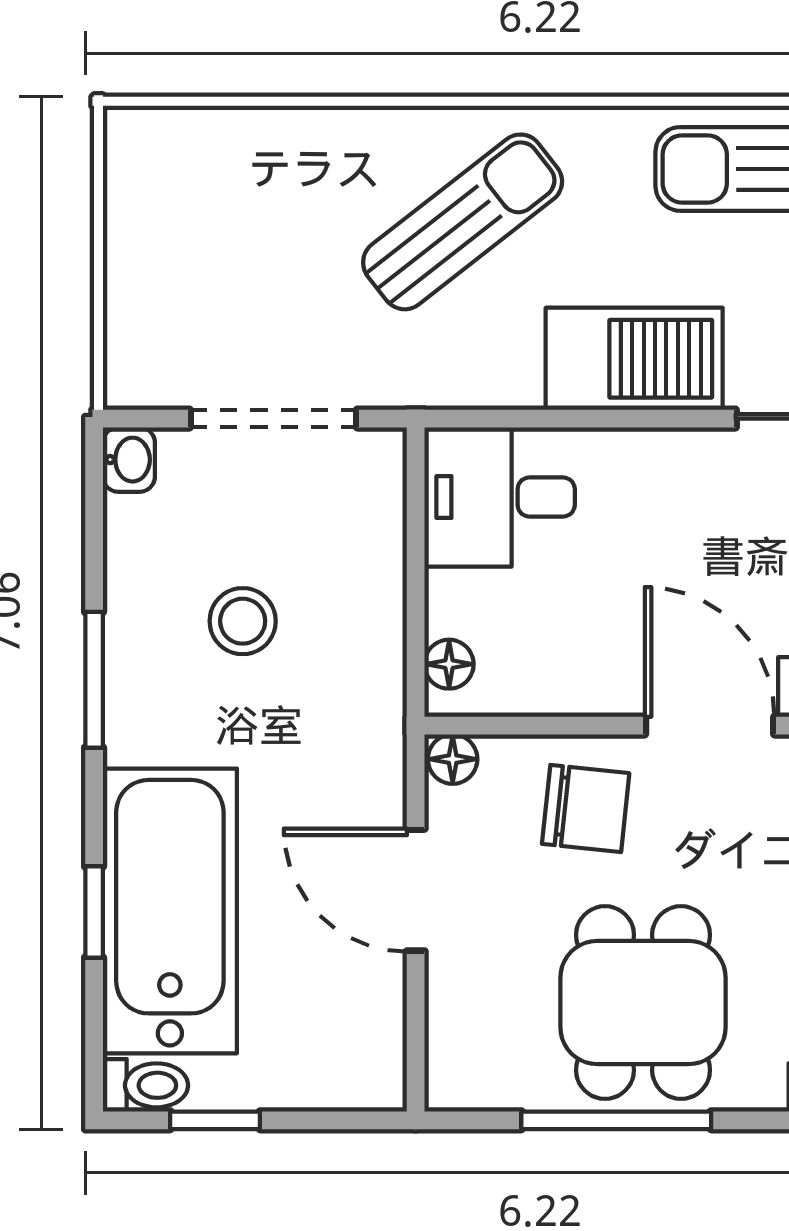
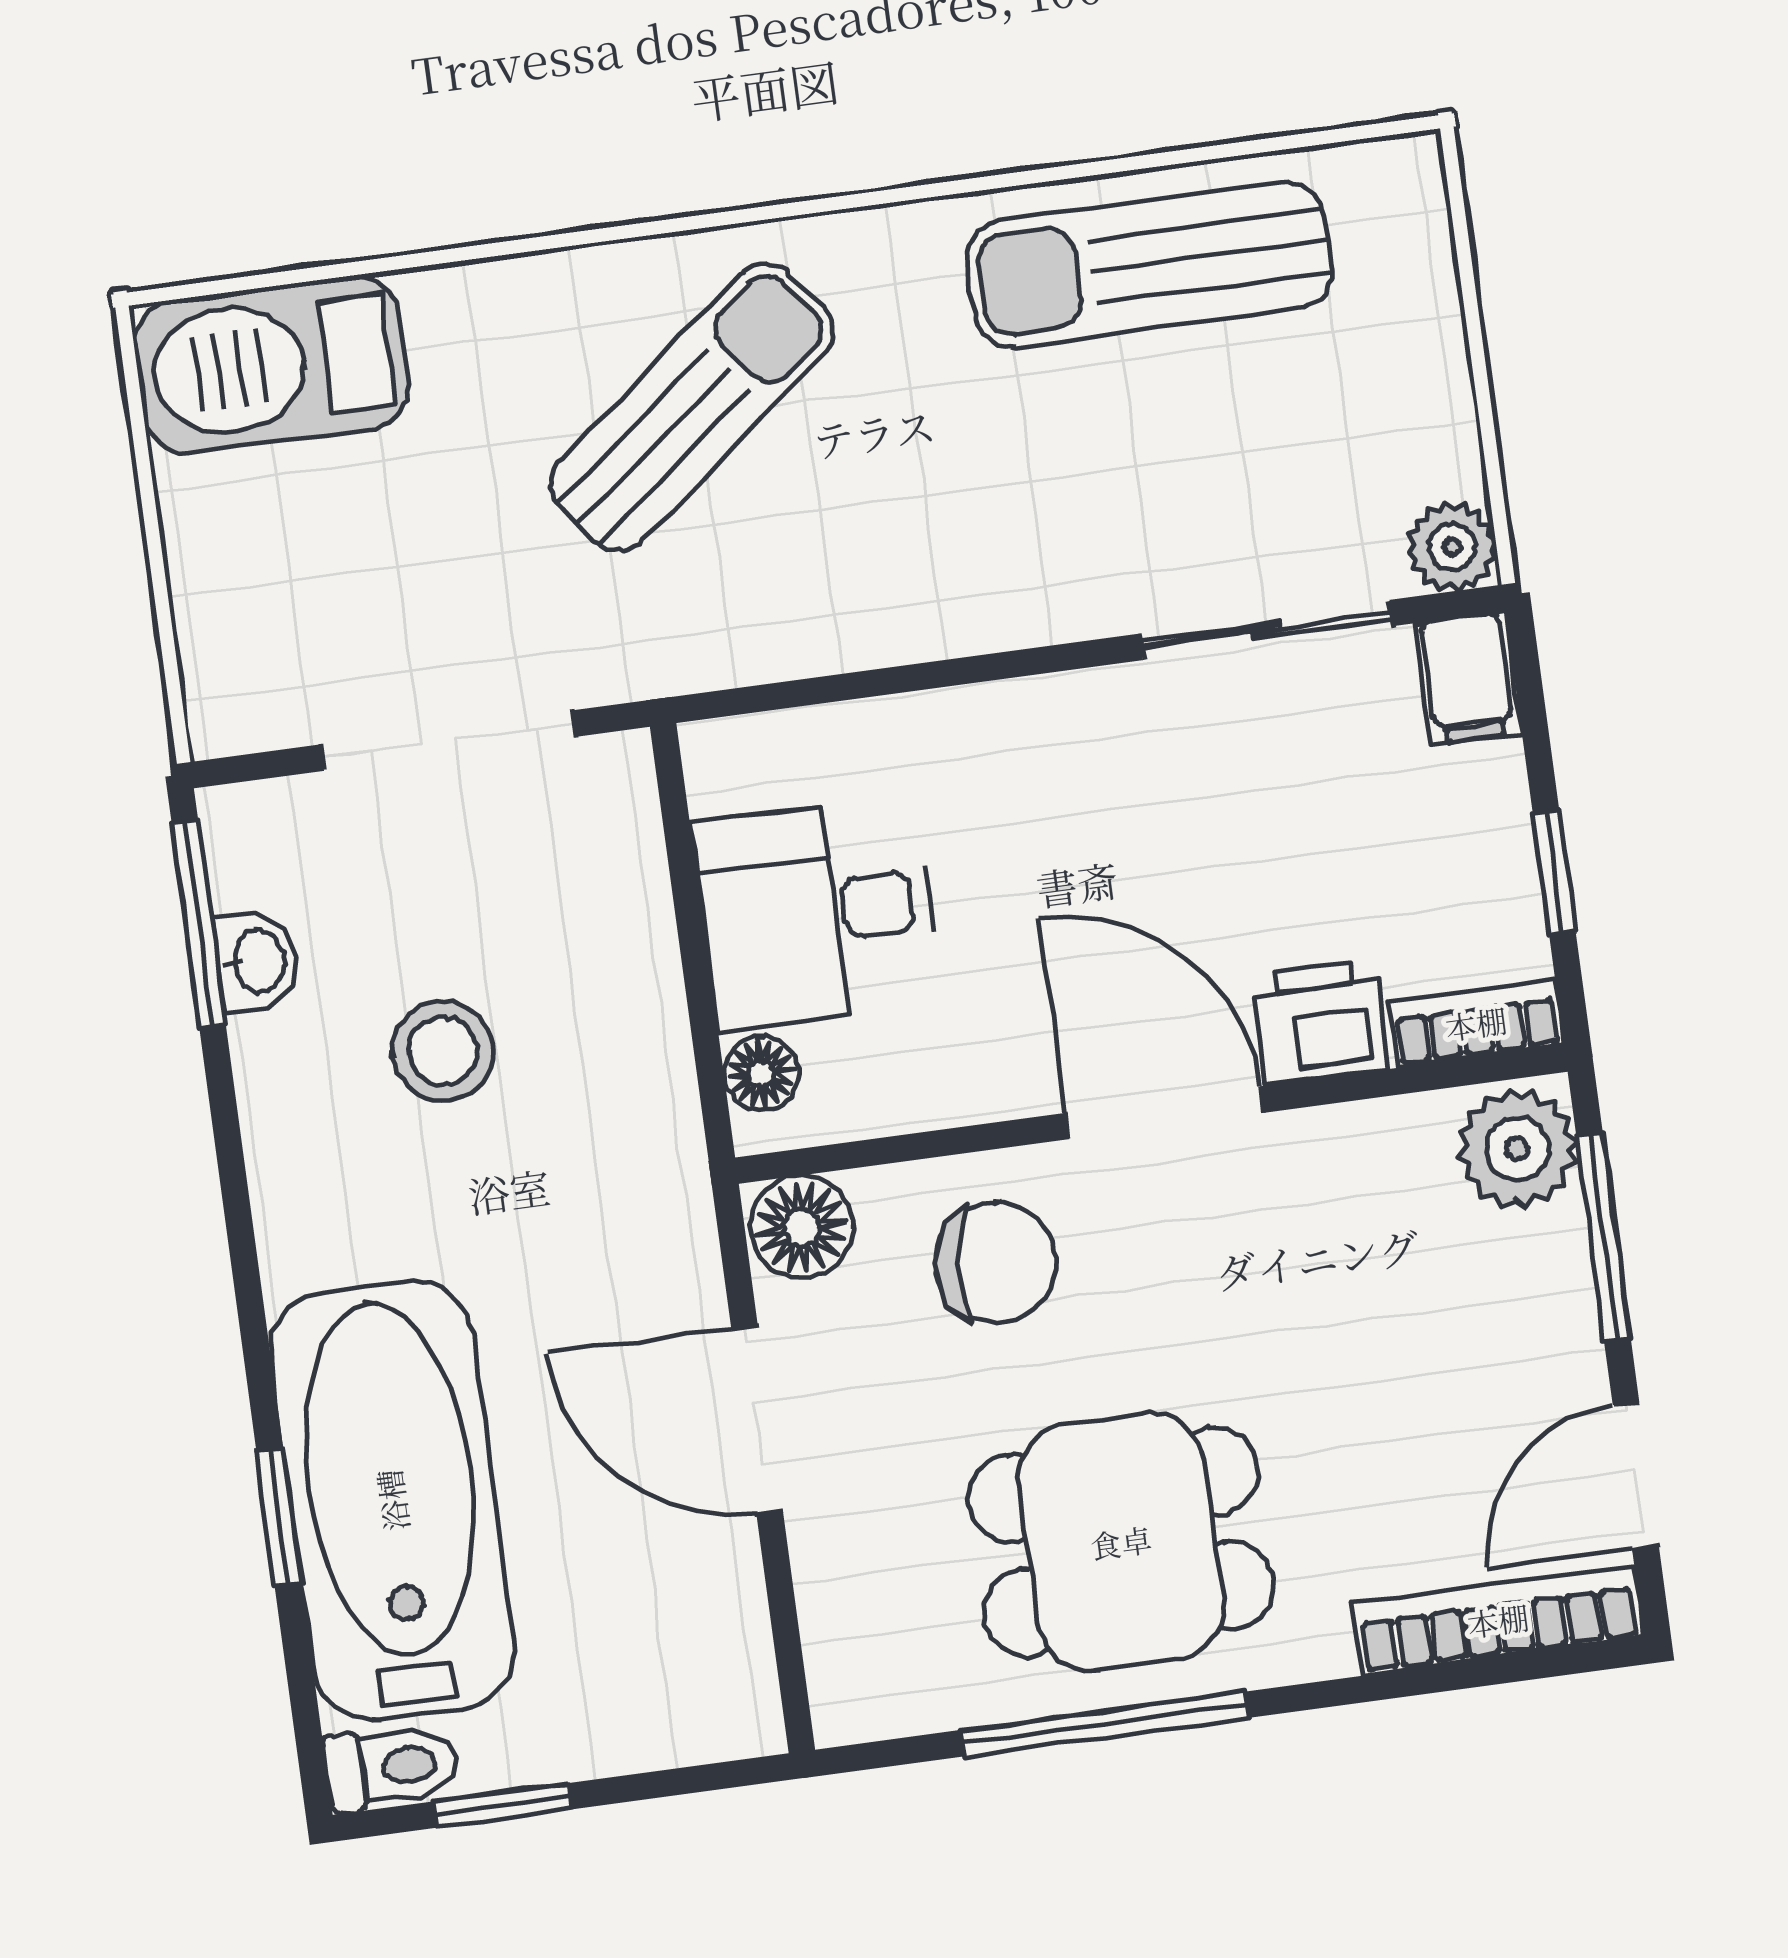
barbecue: (634, 359) -> (272, 365), moved, turned 180
washbasin: (129, 460) -> (257, 961), moved
desk: (500, 497) -> (817, 913), moved
window: (94, 680) -> (199, 924), moved
floor lamp: (453, 759) -> (802, 1227), width x1.37, depth x1.37
dining table: (643, 1003) -> (1121, 1542), turned 90

